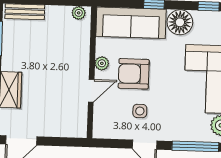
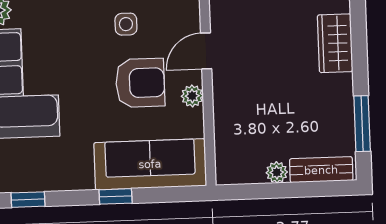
plant: (79, 13) -> (277, 172), moved
floor lamp: (180, 22) -> (72, 170), removed

